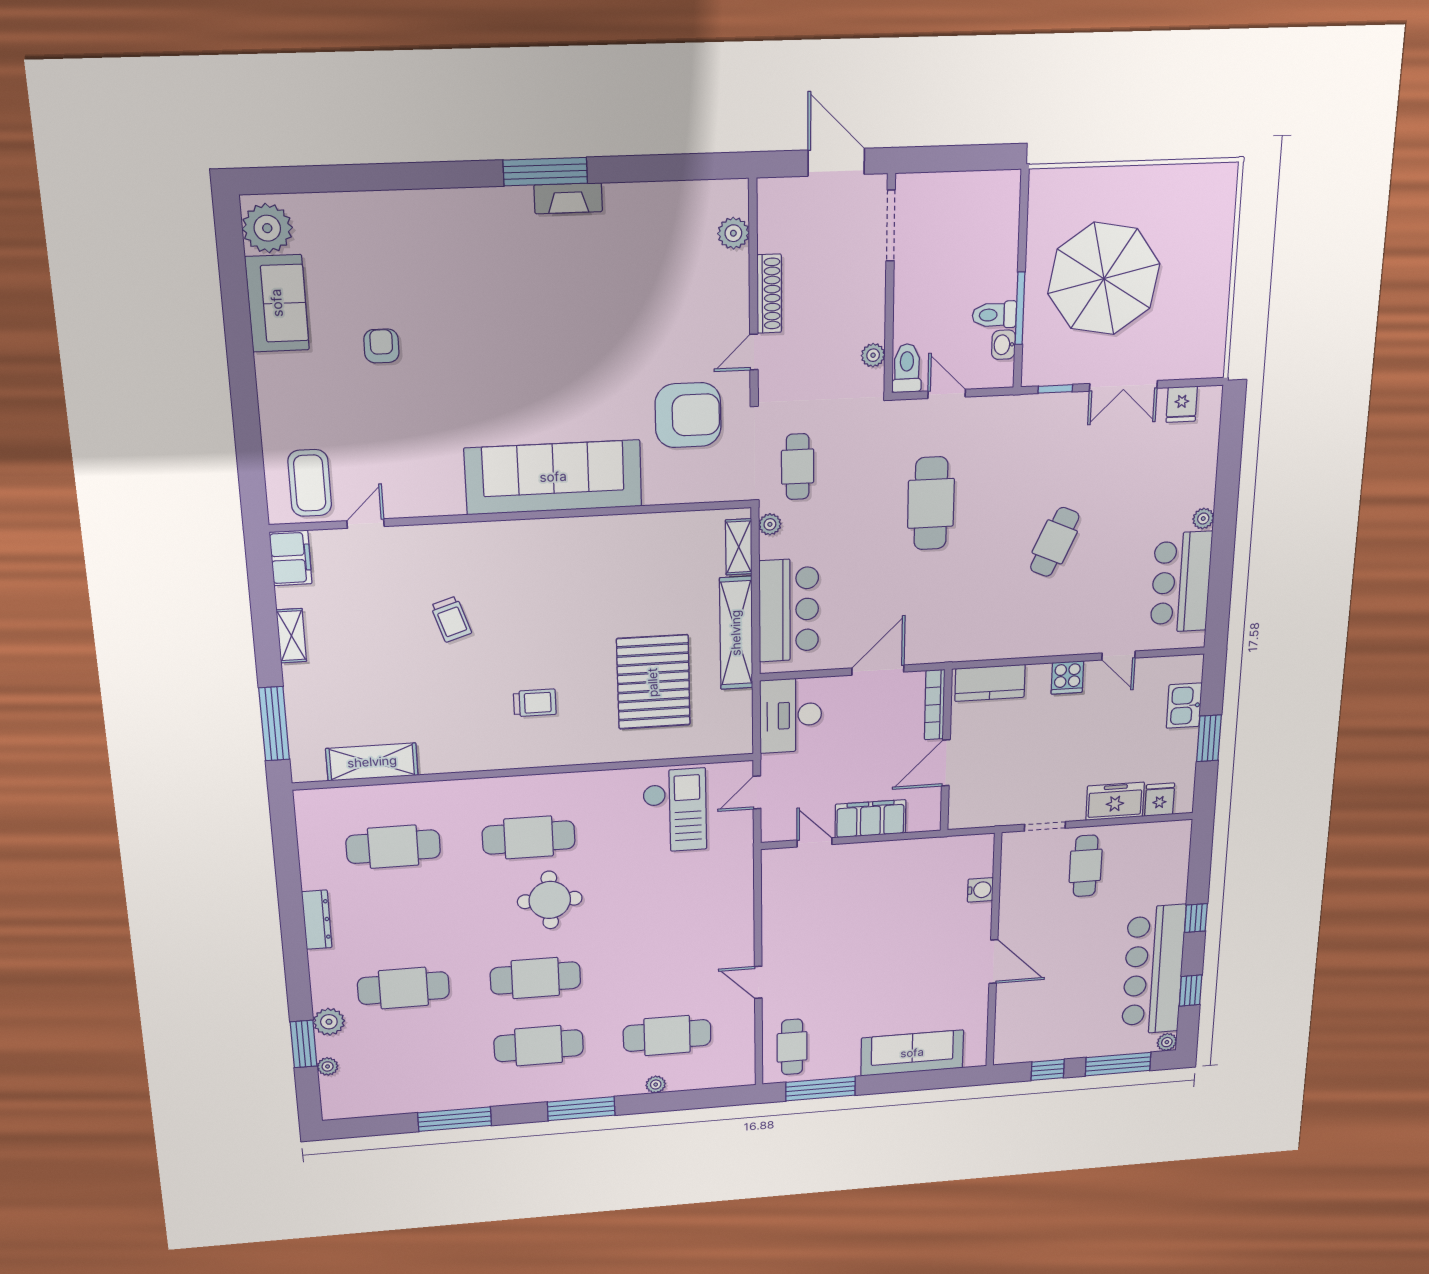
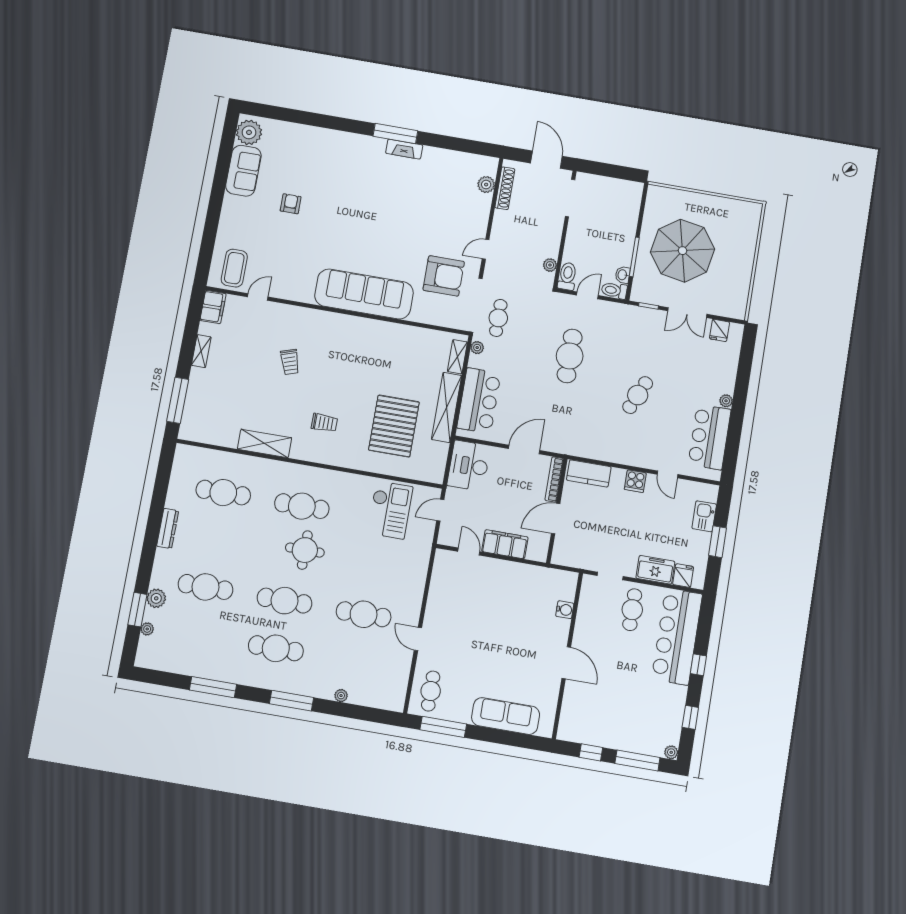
shoe rack: (769, 294) -> (505, 188), moved
toilet: (994, 315) -> (614, 290), moved
door: (947, 394) -> (587, 295), hinge flipped
shelving: (372, 762) -> (264, 443), moved
bar counter: (1154, 970) -> (677, 637), moved
cafe table: (667, 1035) -> (364, 614), moved

